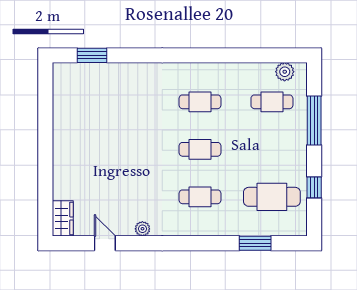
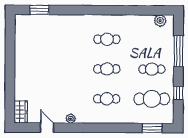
cafe table: (272, 102) -> (152, 69), moved
window: (255, 243) -> (152, 128), moved

